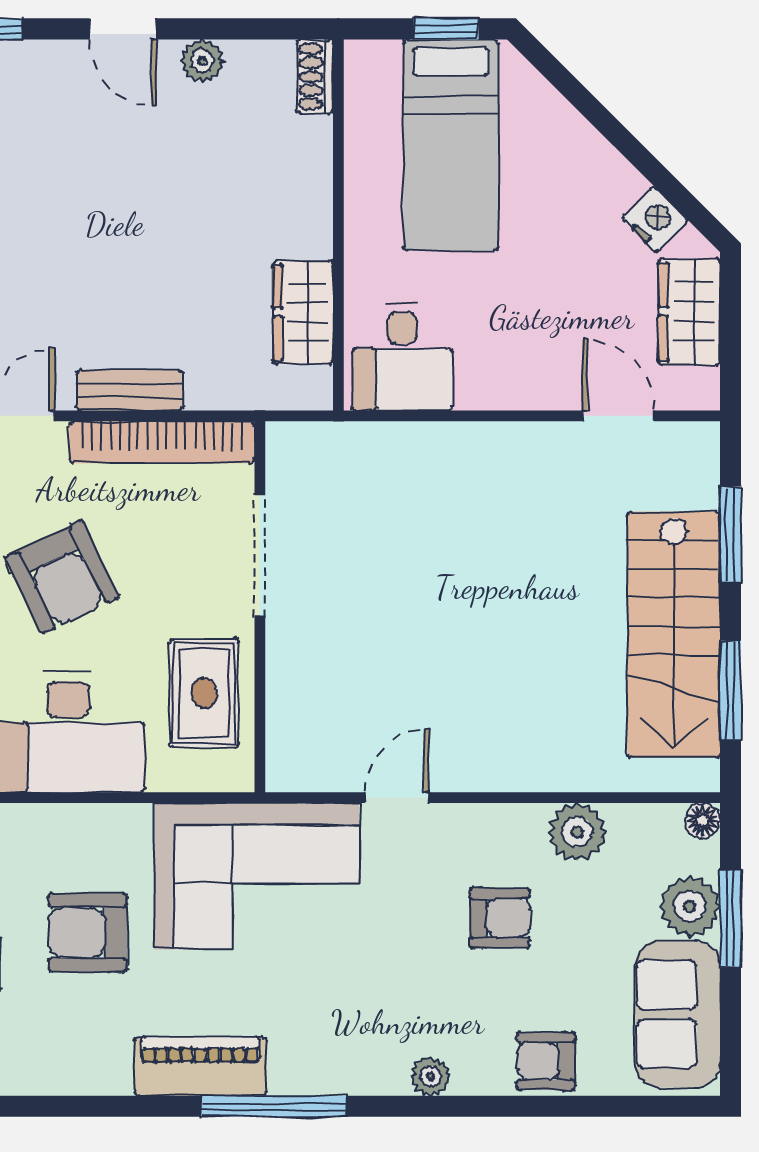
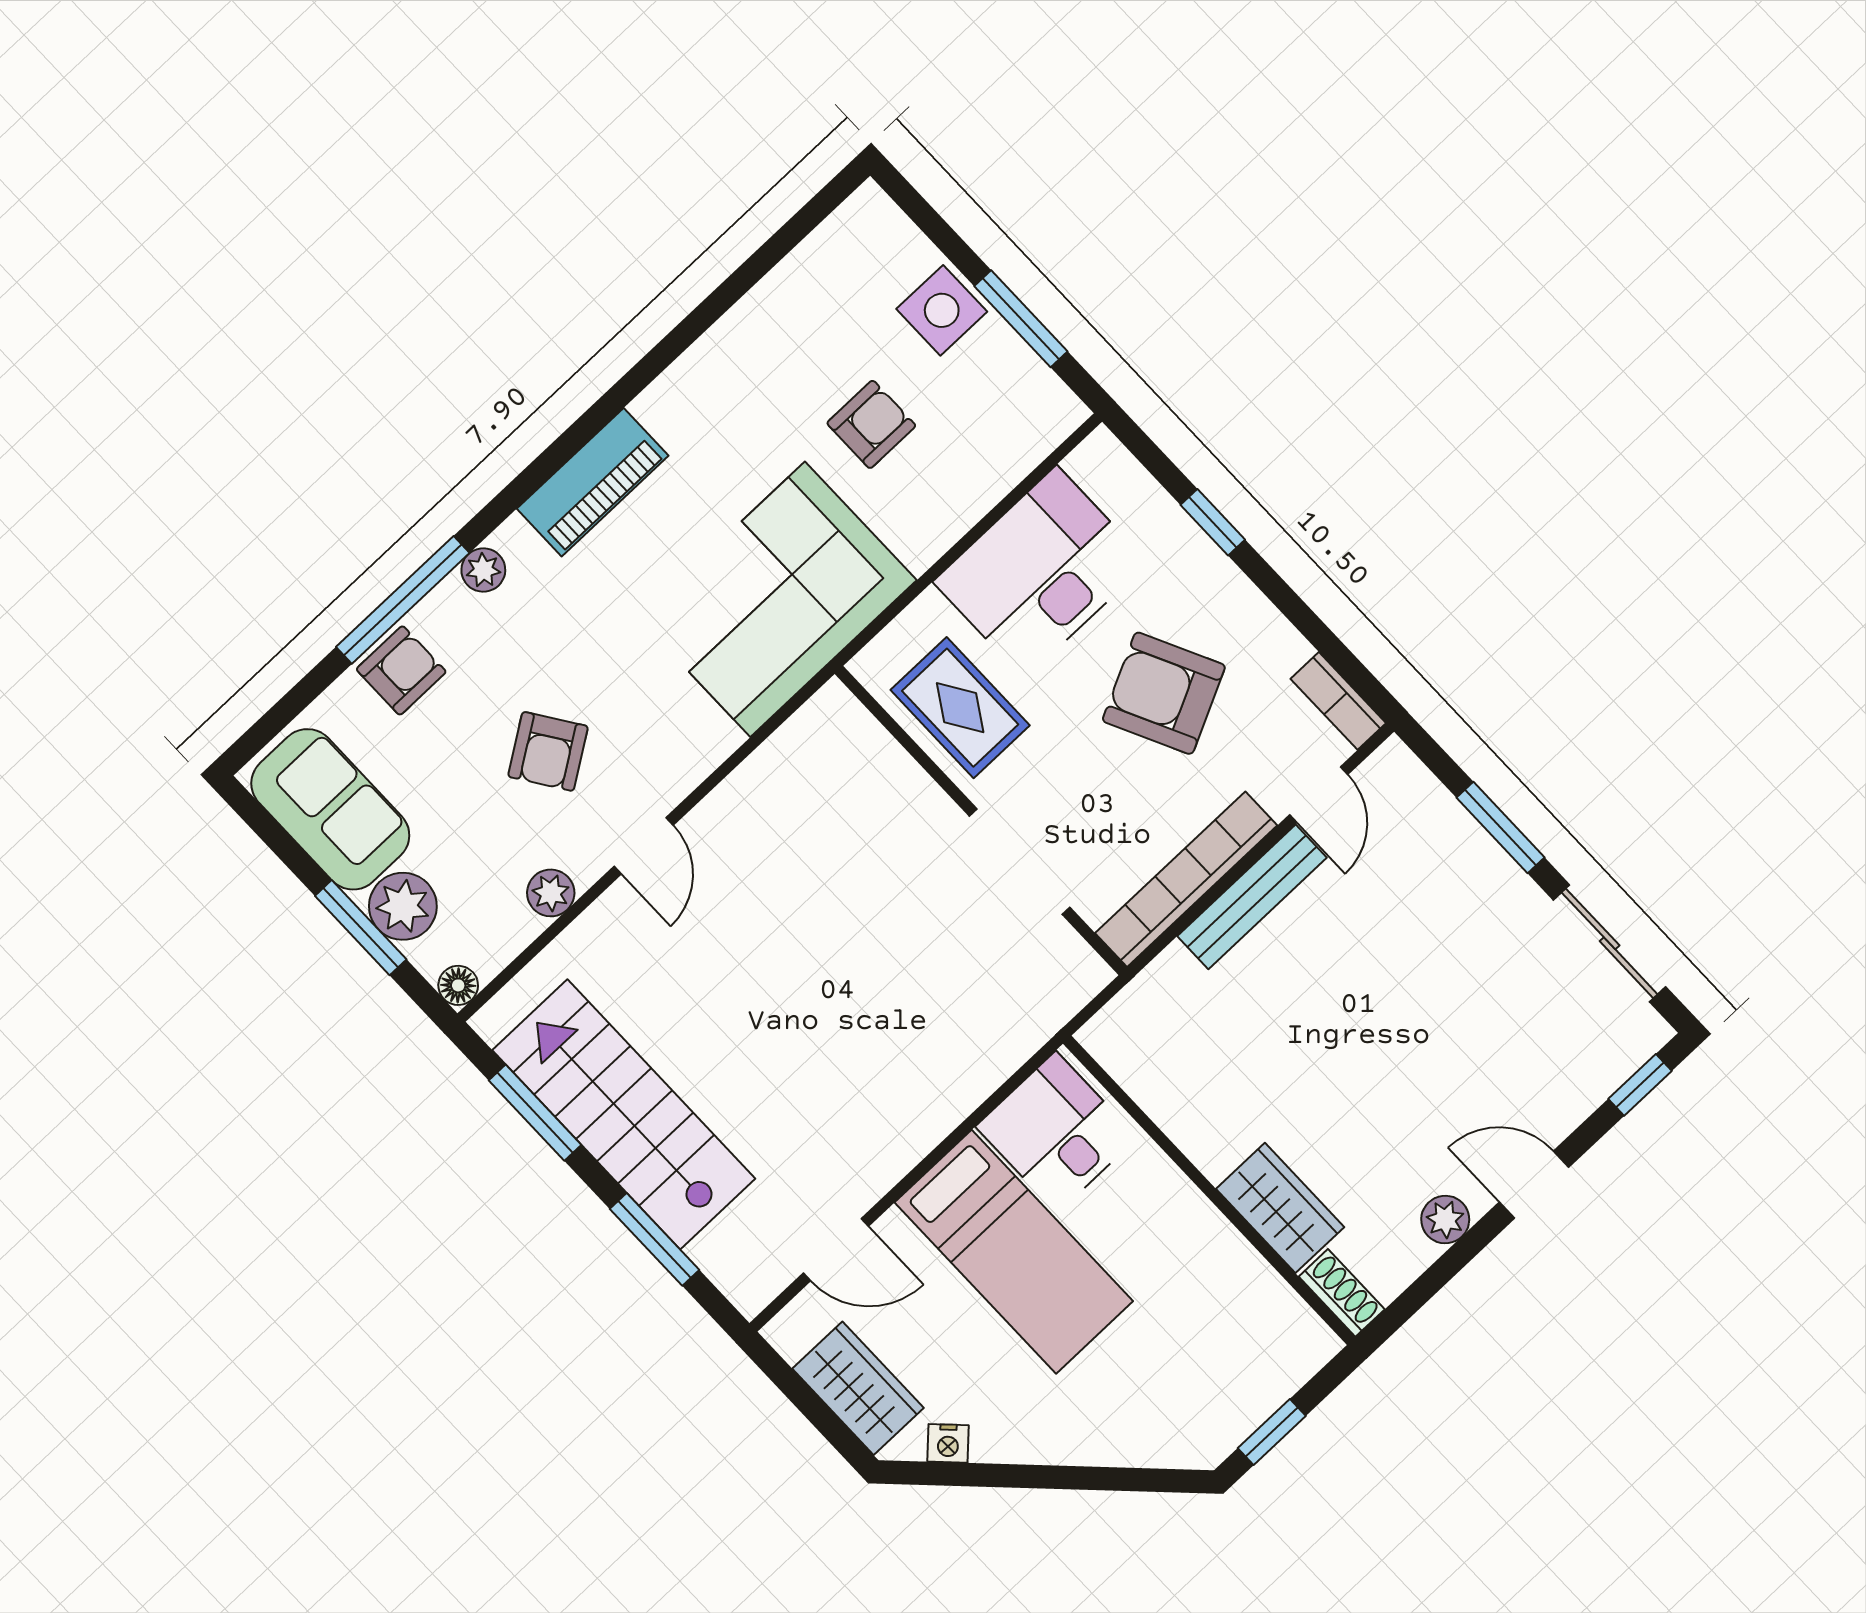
bed: (451, 145) -> (1014, 1252), moved, turned 180
nightstand: (655, 220) -> (948, 1443), width x0.72, depth x0.74
wardrobe: (303, 312) -> (1280, 1208), moved
bench: (130, 390) -> (1252, 897), width x1.36
door: (397, 798) -> (644, 846), moved
plant: (577, 832) -> (551, 893), width x0.73, depth x0.73
armchair: (500, 918) -> (548, 751), turned -34
armchair: (88, 933) -> (871, 424), width x0.72, depth x0.72
piano: (200, 1066) -> (593, 482), moved
window: (274, 1106) -> (403, 600), moved

